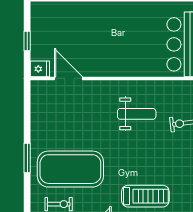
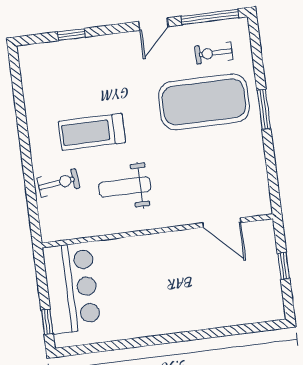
fridge: (40, 69) -> (262, 231), removed
treadmill: (145, 196) -> (92, 132), moved

